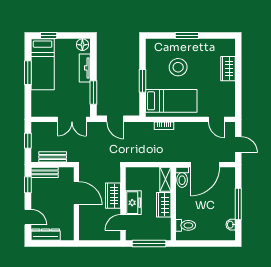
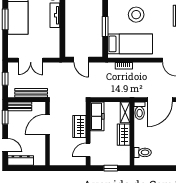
window: (93, 93) -> (62, 37), removed
double door: (72, 119) -> (31, 60), moved
bench: (53, 157) -> (31, 93), width x1.36
door: (76, 193) -> (47, 124), swing flipped
freezer: (133, 203) -> (97, 116), moved, width x1.40
window: (149, 243) -> (111, 168), width x0.46

